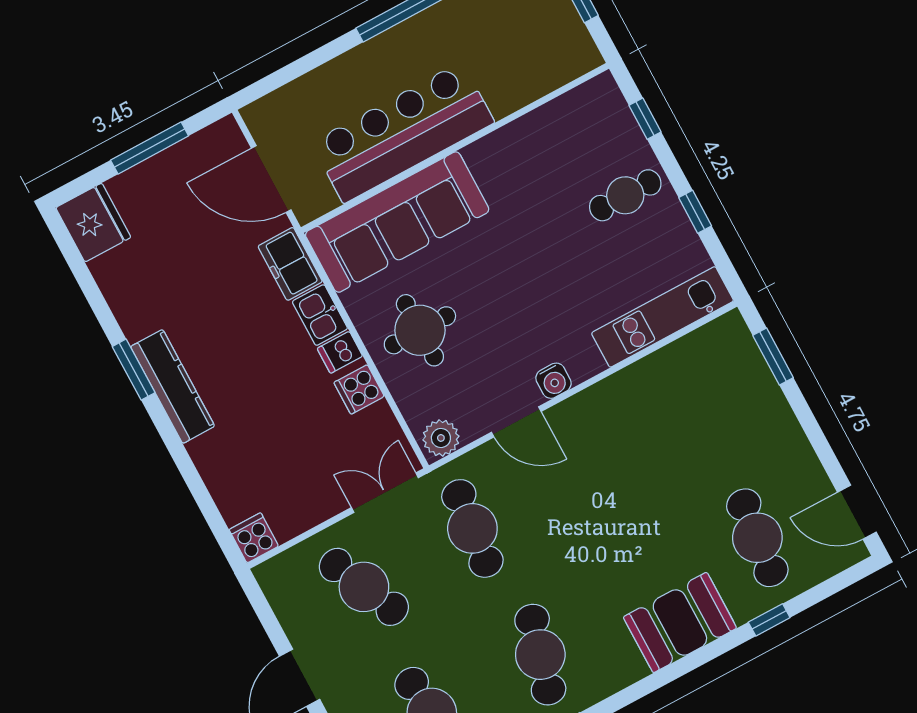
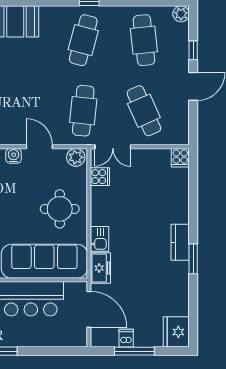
dishwasher: (340, 352) -> (126, 338), moved, turned -90
kitchen counter: (173, 386) -> (180, 242), width x0.67
cooker: (359, 389) -> (100, 177), moved

